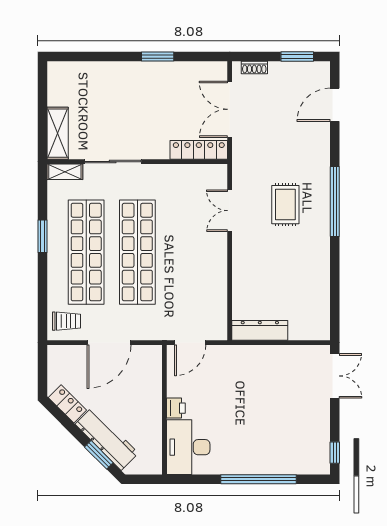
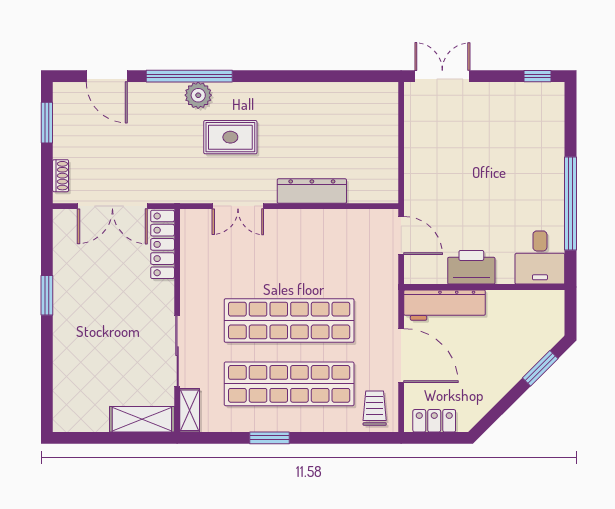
plant: (319, 179) -> (198, 95), added
window: (335, 202) -> (189, 76), moved
dresser: (260, 330) -> (312, 191), moved, turned 90
door: (190, 343) -> (401, 236), moved
locker: (67, 404) -> (434, 421), moved, turned 45
printer: (176, 408) -> (471, 267), width x1.87, depth x1.48
workbench: (107, 439) -> (445, 305), moved, turned -135
desk: (188, 447) -> (540, 258), width x0.73
window: (258, 479) -> (571, 203), moved

